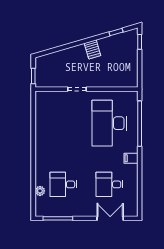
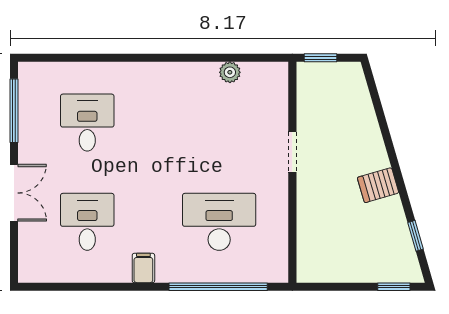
desk: (109, 123) -> (219, 222), width x0.73, depth x0.77
plant: (40, 191) -> (230, 72), moved
double door: (110, 218) -> (14, 193), moved

